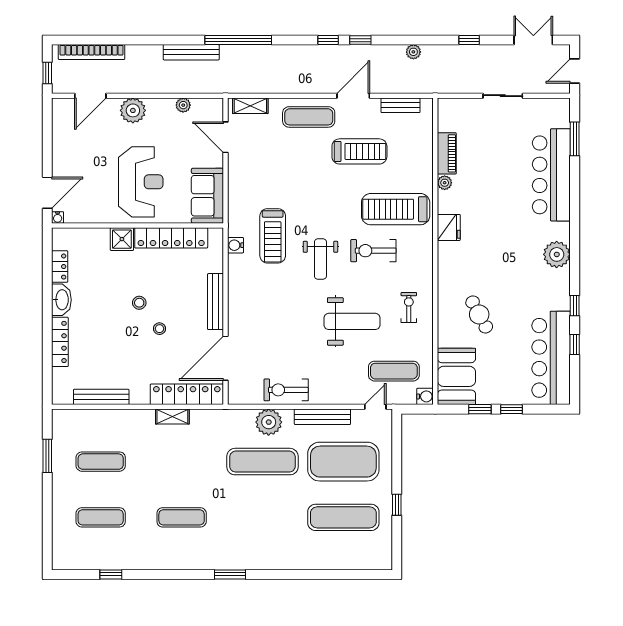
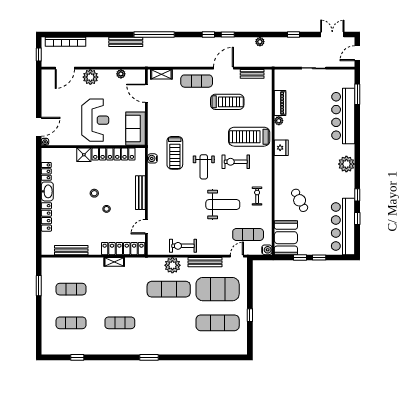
door: (226, 358) -> (146, 227), width x0.53

